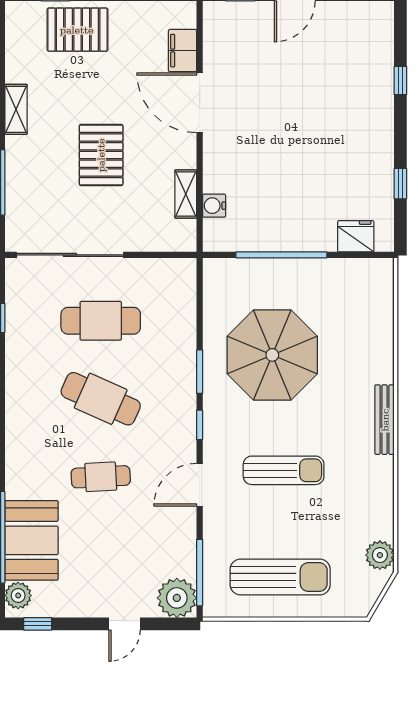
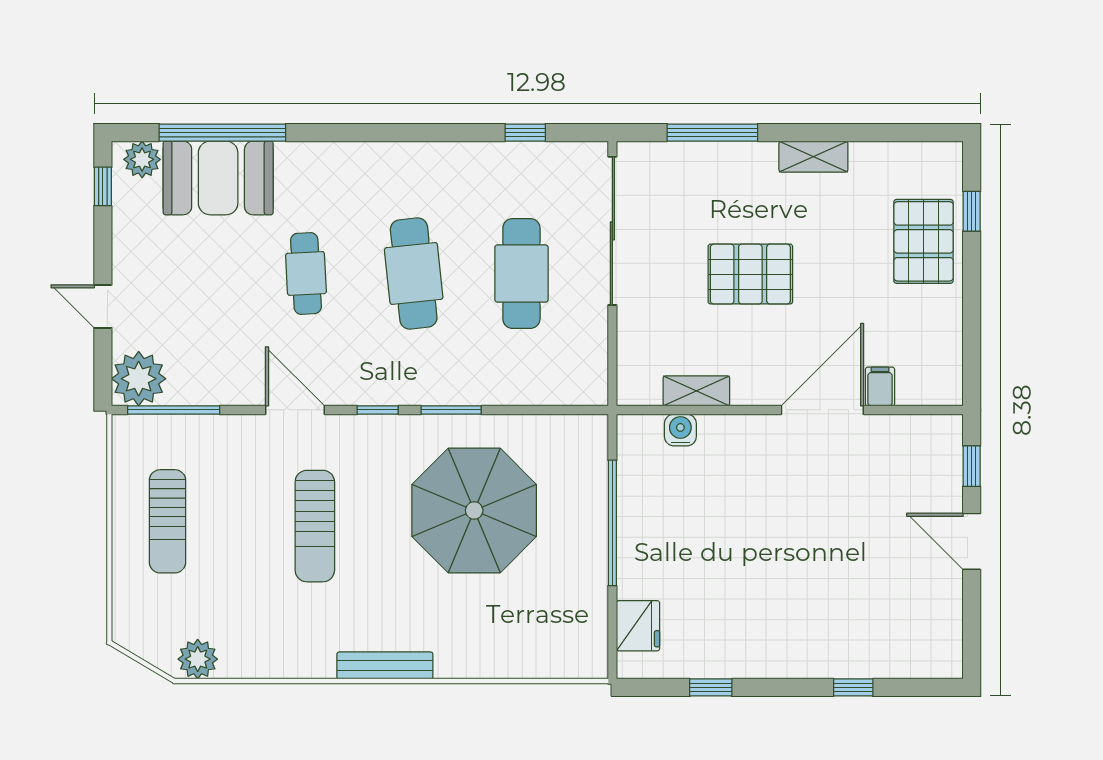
filing cabinet: (183, 51) -> (880, 386), width x0.50
cafe table: (101, 399) -> (414, 273), turned -30
sun lounger: (280, 577) -> (167, 521), width x0.73, depth x0.75

